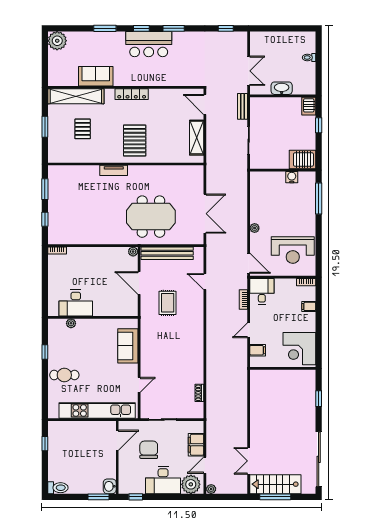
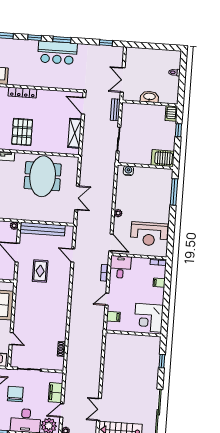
bar counter: (149, 44) -> (57, 53), moved
double door: (249, 71) -> (123, 80), swing flipped
water cooler: (292, 177) -> (128, 171), moved
double door: (205, 214) -> (77, 198), width x0.73
meeting table: (151, 217) -> (43, 176), moved, turned 90
door: (139, 385) -> (11, 339), hinge flipped

